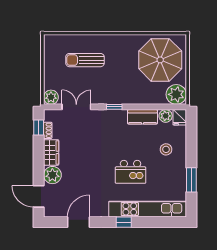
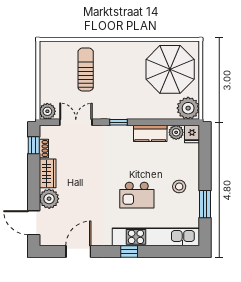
sun lounger: (85, 60) -> (86, 70), turned 90
stool: (166, 149) -> (179, 187), moved

